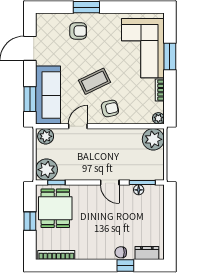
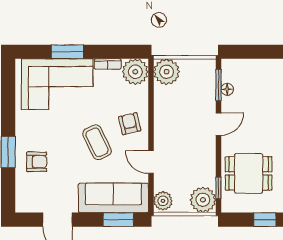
armchair: (78, 31) -> (37, 162), turned 90
plant: (158, 118) -> (135, 72), width x1.88, depth x1.88
dining table: (55, 208) -> (249, 173), moved

